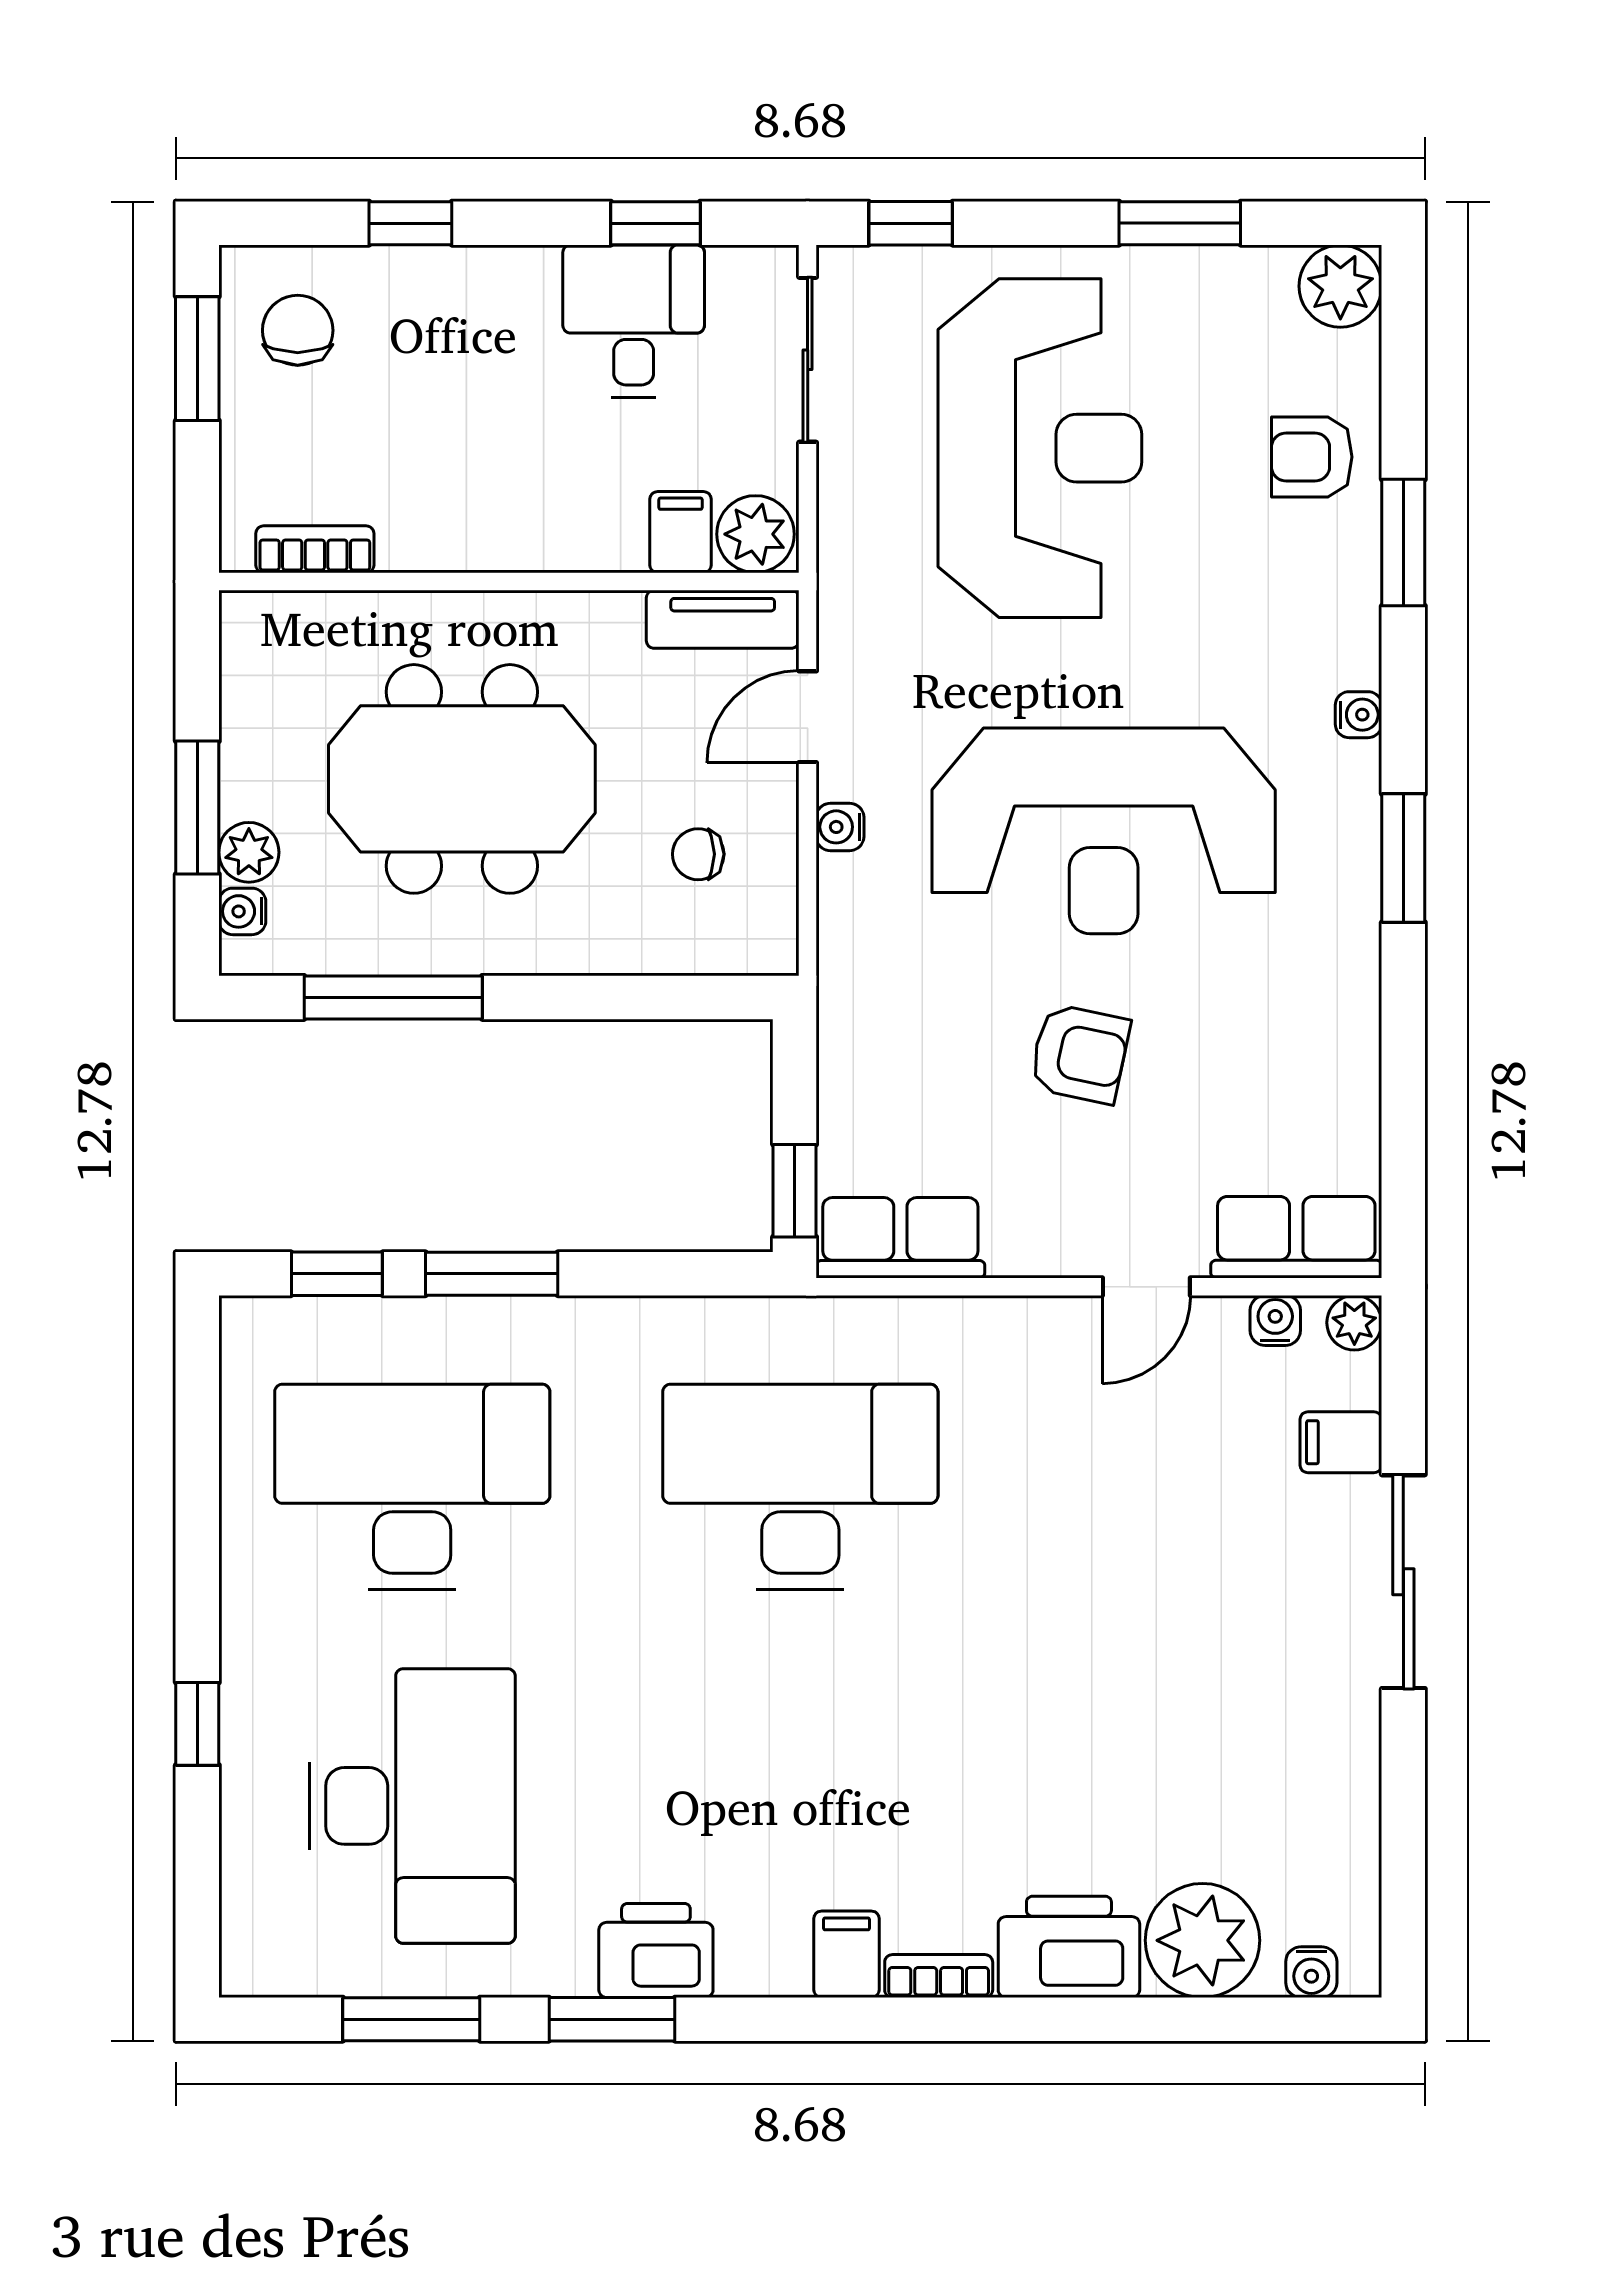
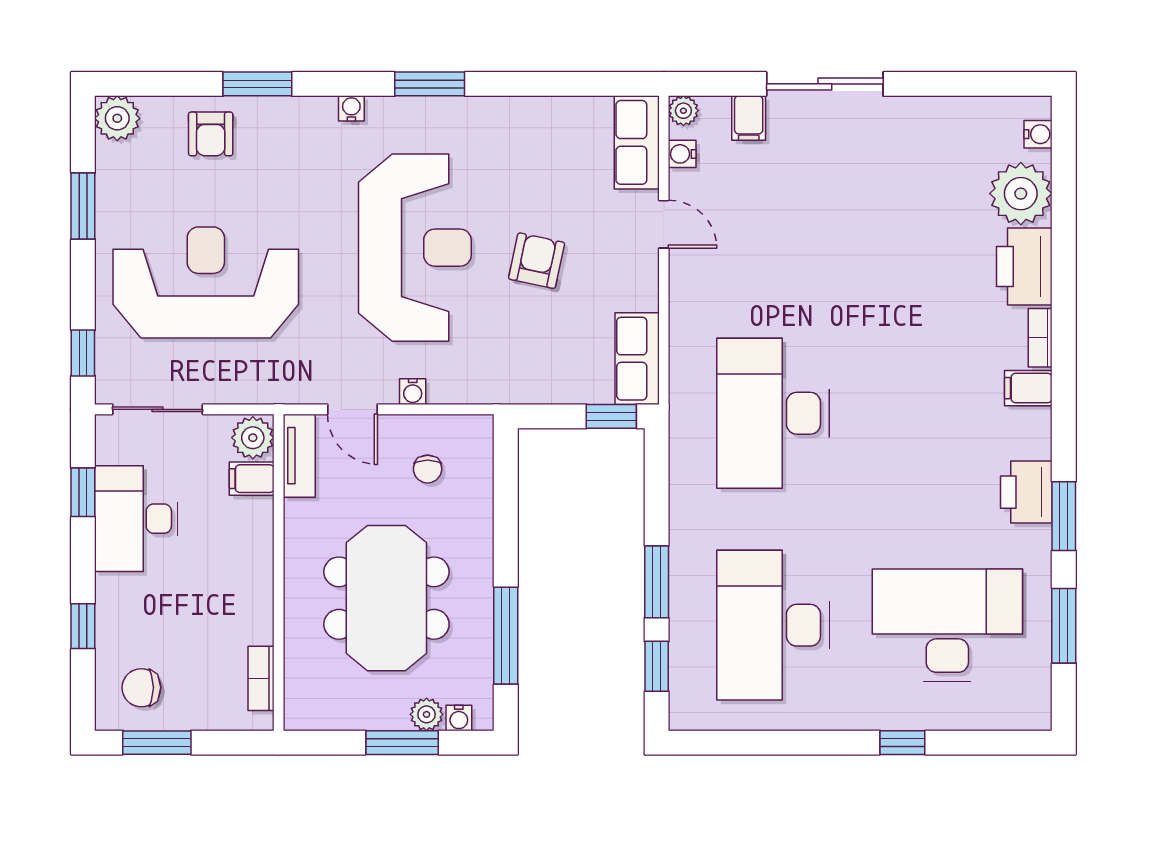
desk: (634, 321) -> (136, 519), width x1.37

